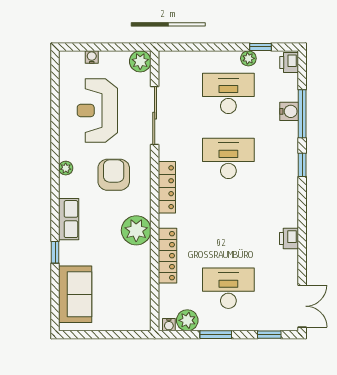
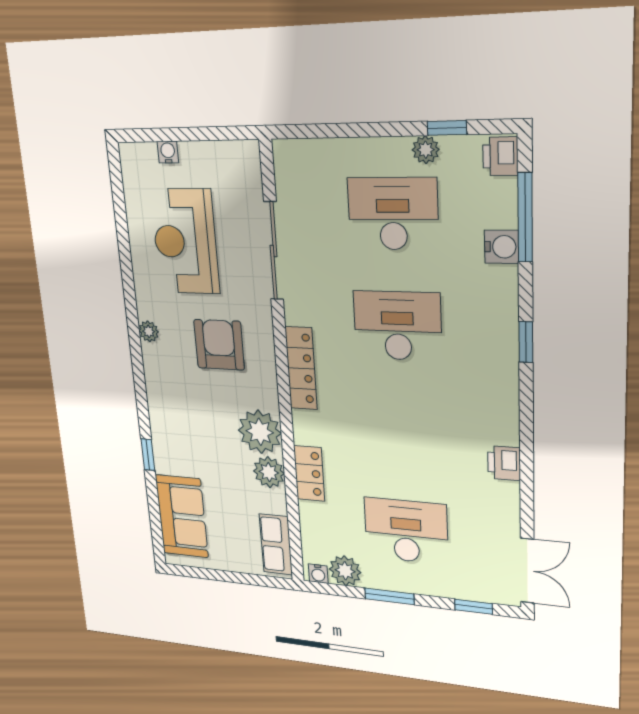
plant: (140, 61) -> (269, 472), moved
window: (302, 114) -> (525, 218), moved
row of seats: (69, 219) -> (276, 544), moved, turned 180
locker: (167, 256) -> (309, 473), width x0.66

